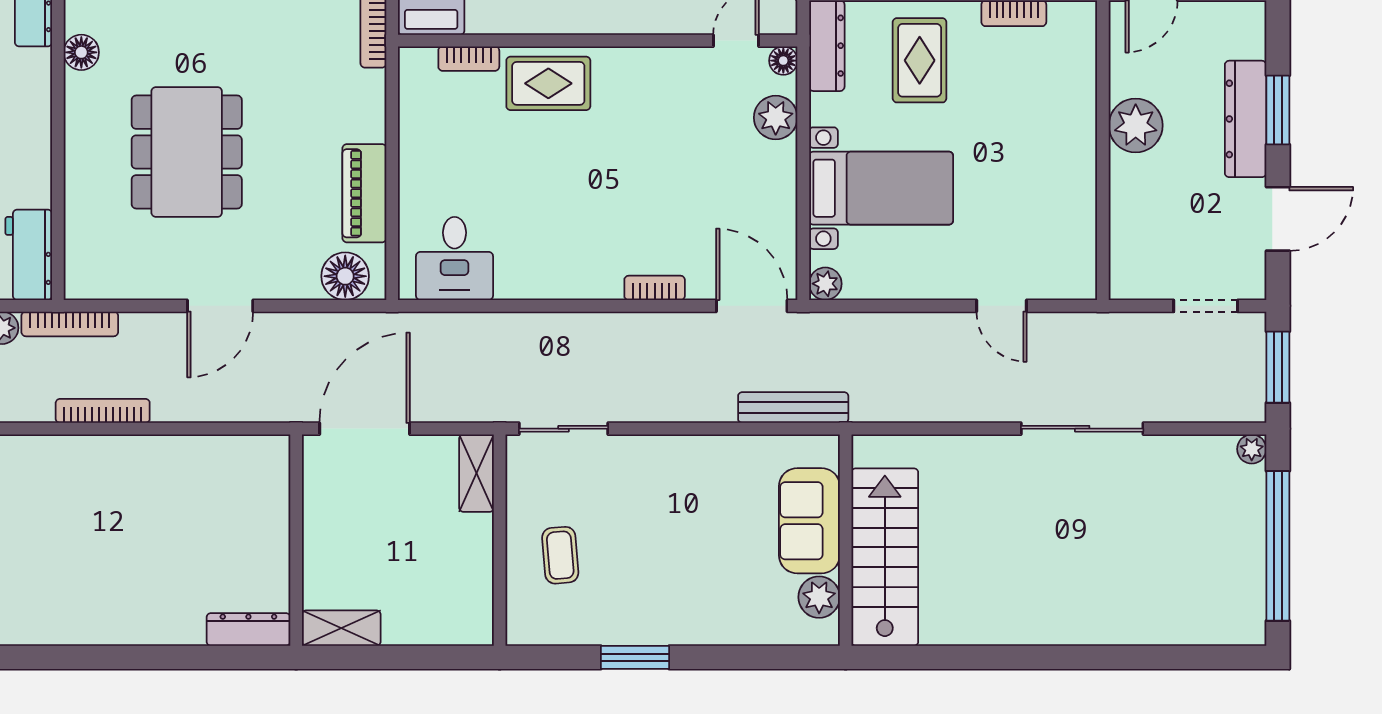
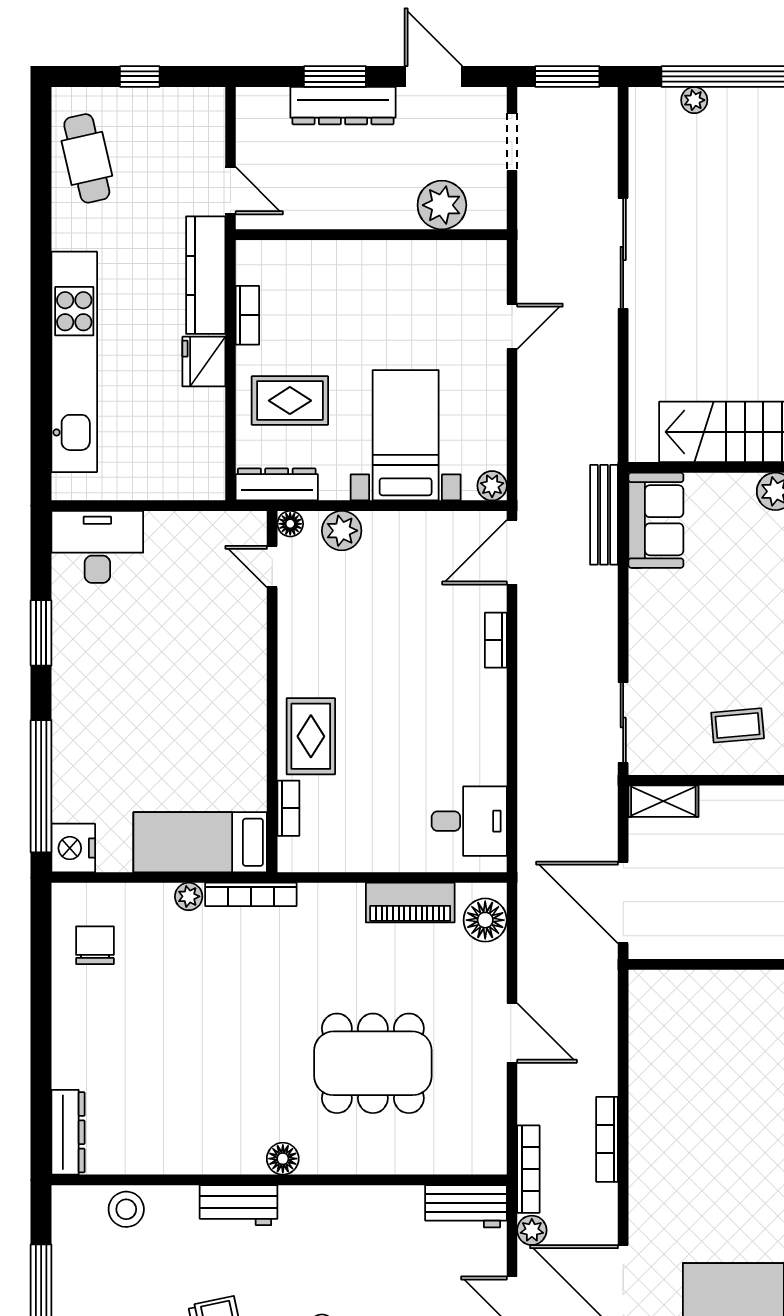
plant: (1136, 125) -> (442, 205), moved
plant: (1252, 449) -> (694, 100), moved
sofa: (809, 521) -> (656, 520), moved, turned -90

